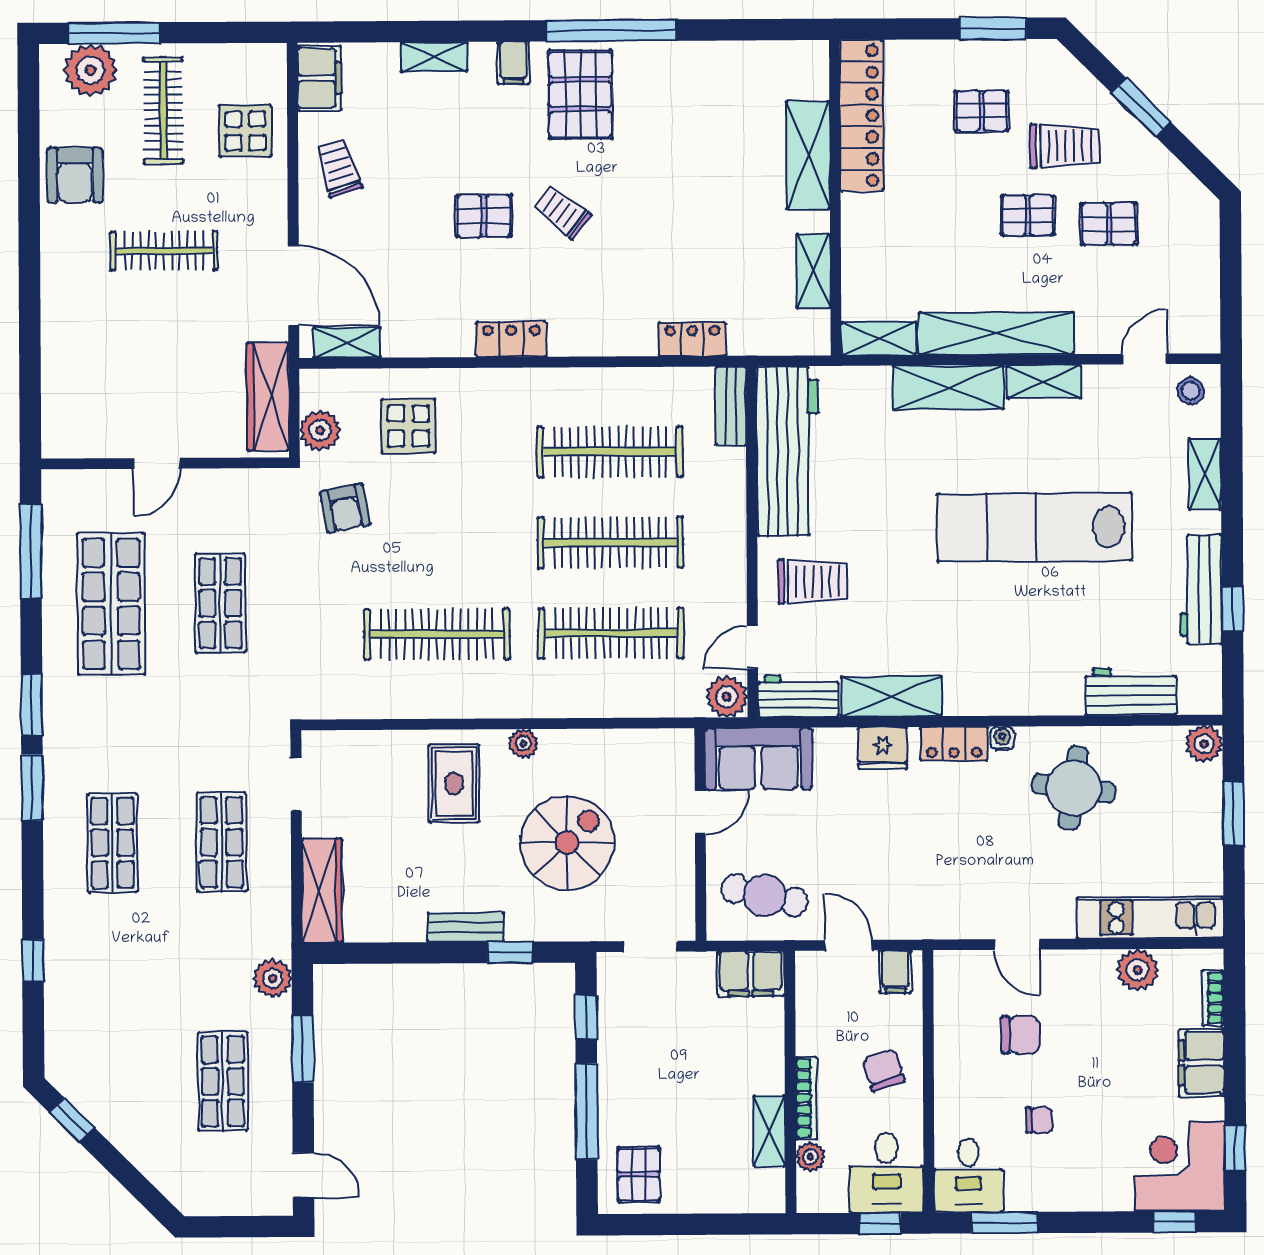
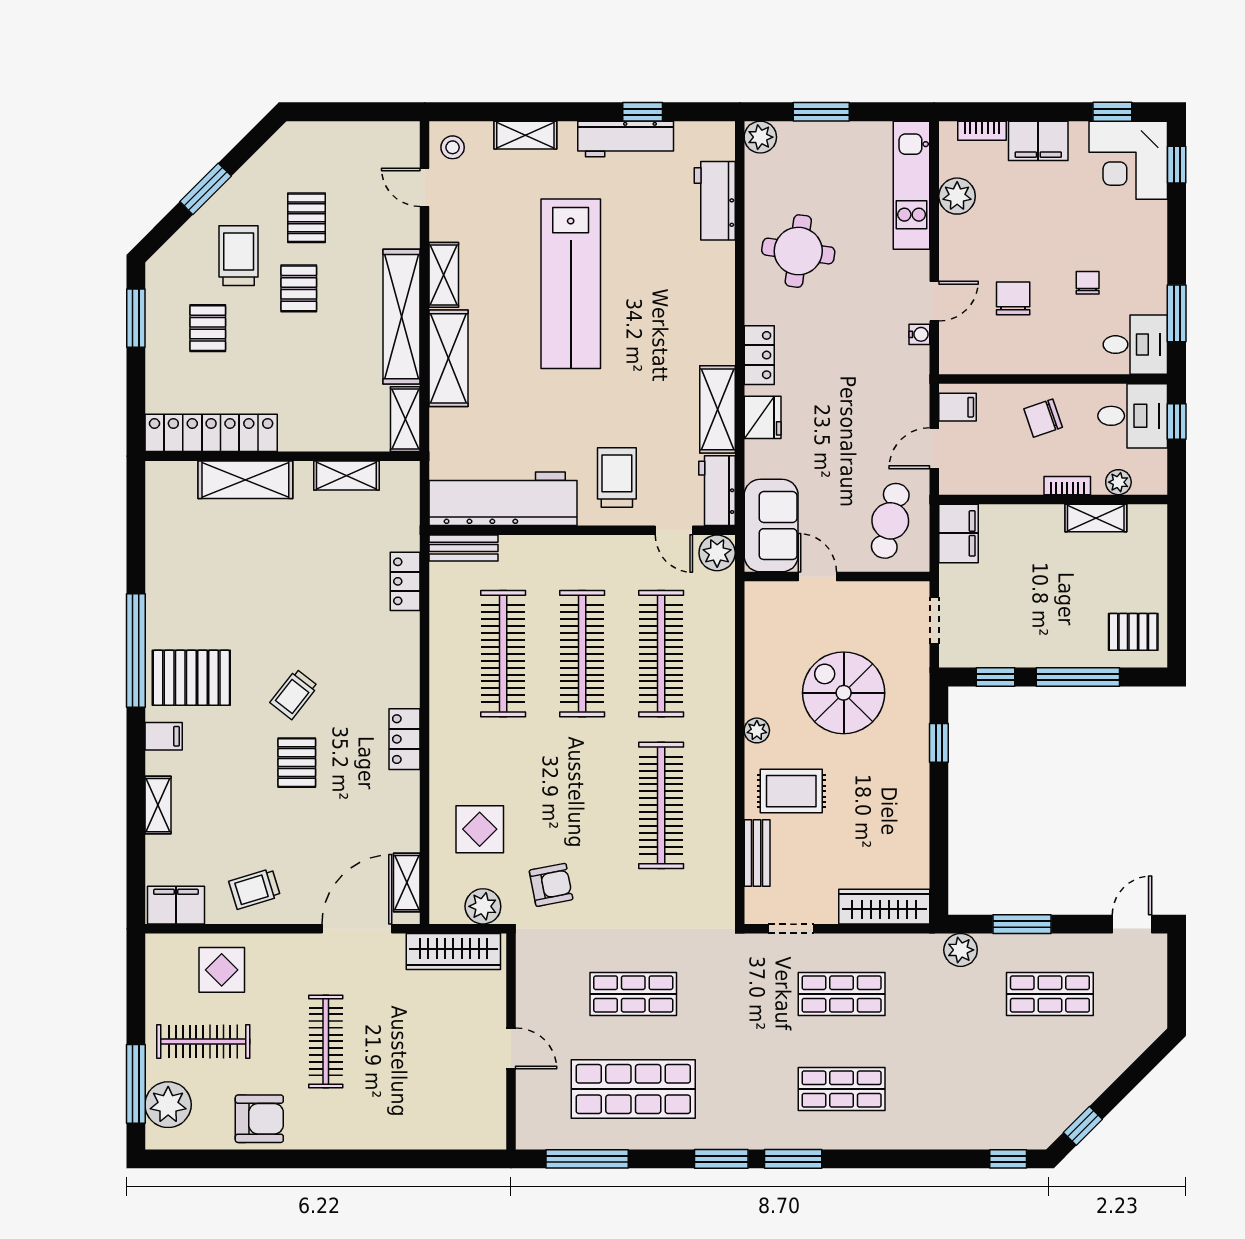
water cooler: (1002, 738) -> (919, 334), moved, turned 180
bench: (466, 927) -> (757, 853), moved
window: (33, 961) -> (1008, 1159), moved
bookcase: (806, 1098) -> (1067, 486), width x0.64

